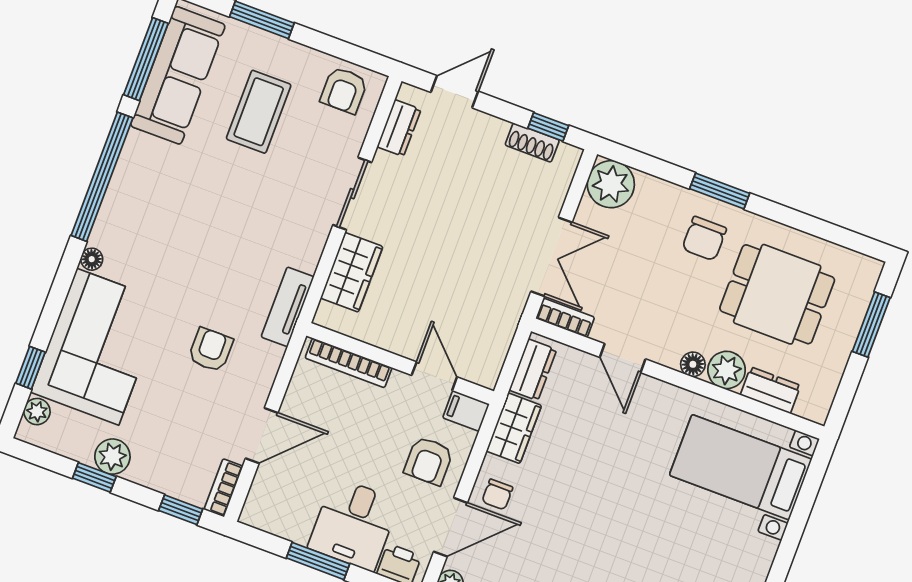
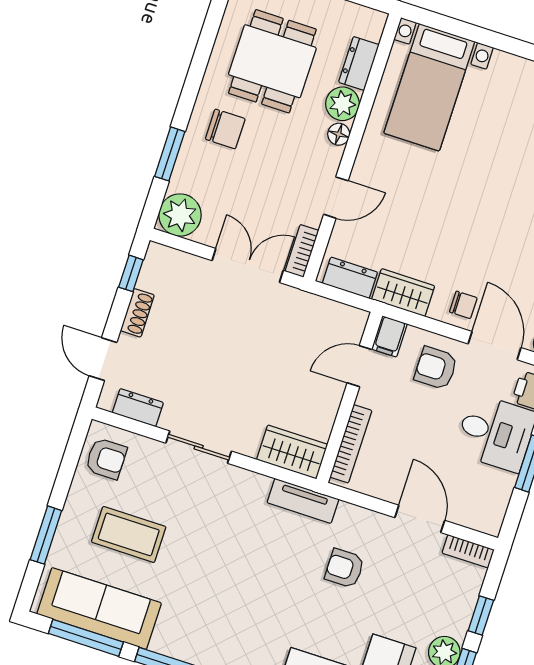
shoe rack: (532, 143) -> (137, 313), moved
window: (720, 191) -> (170, 154), moved
wardrobe: (352, 272) -> (292, 452), moved
armchair: (429, 461) -> (436, 368), turned 180
window: (181, 510) -> (481, 616), moved

